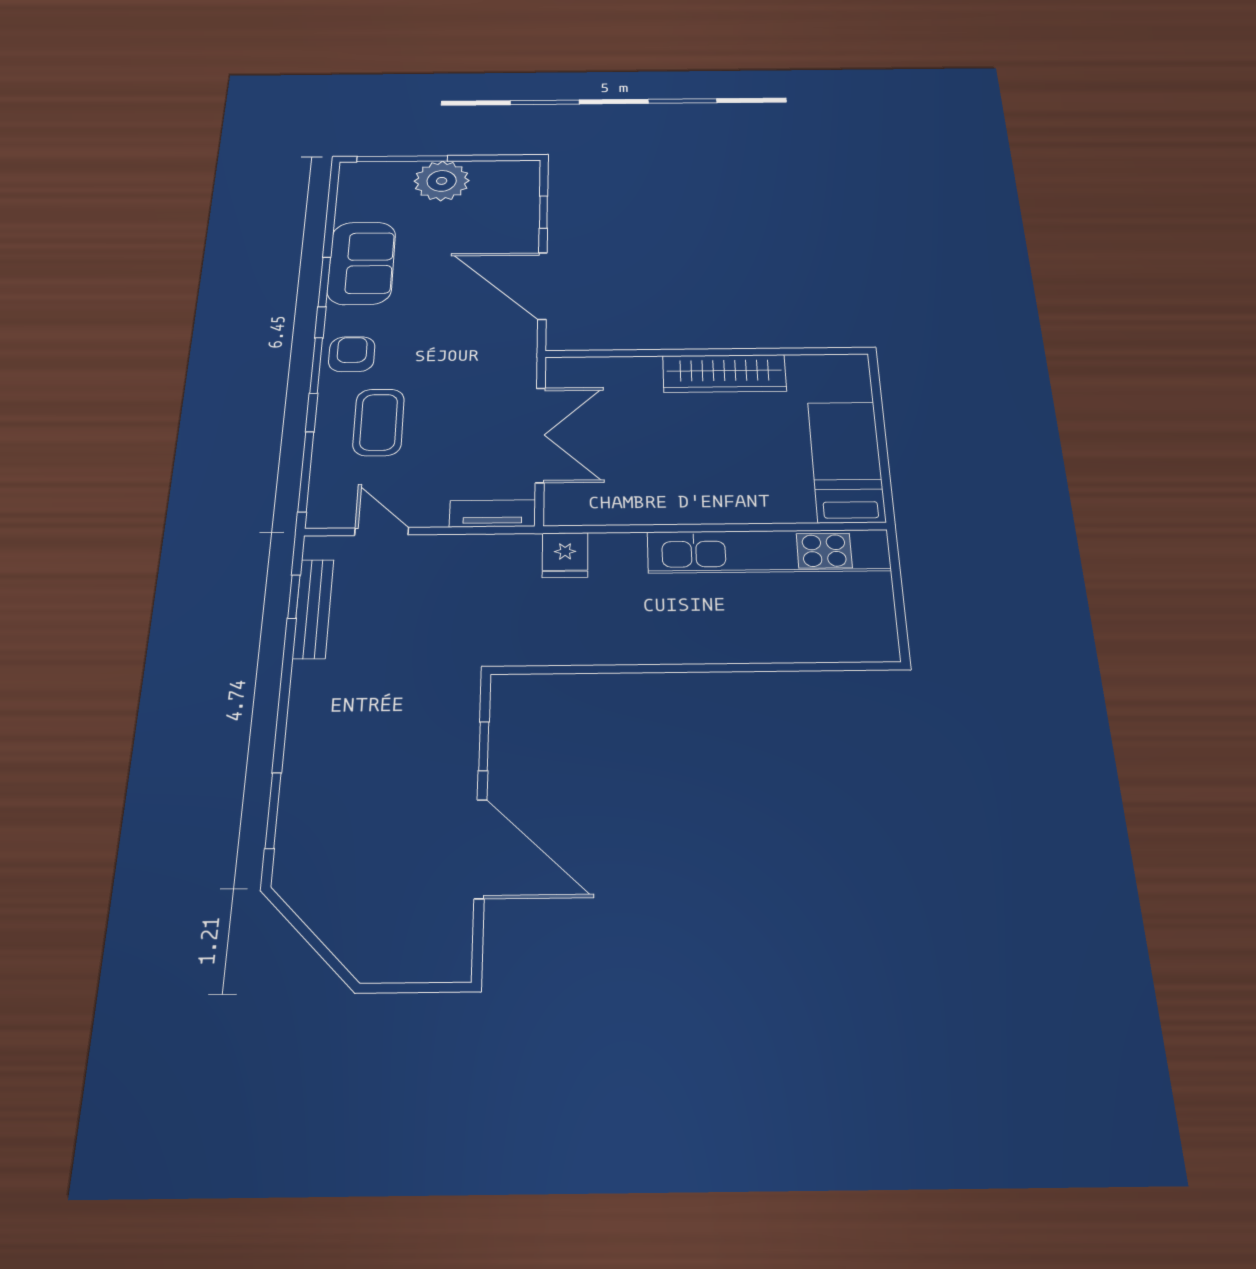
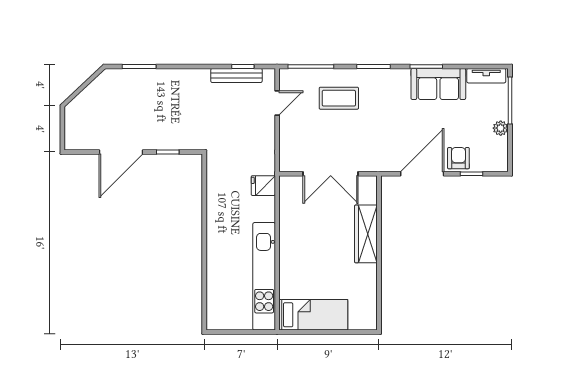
plant: (442, 181) -> (501, 128), width x0.53, depth x0.53
armchair: (352, 354) -> (458, 158), moved, turned -90
wardrobe: (724, 373) -> (366, 234), moved
tv unit: (492, 513) -> (486, 76), moved, turned 90

